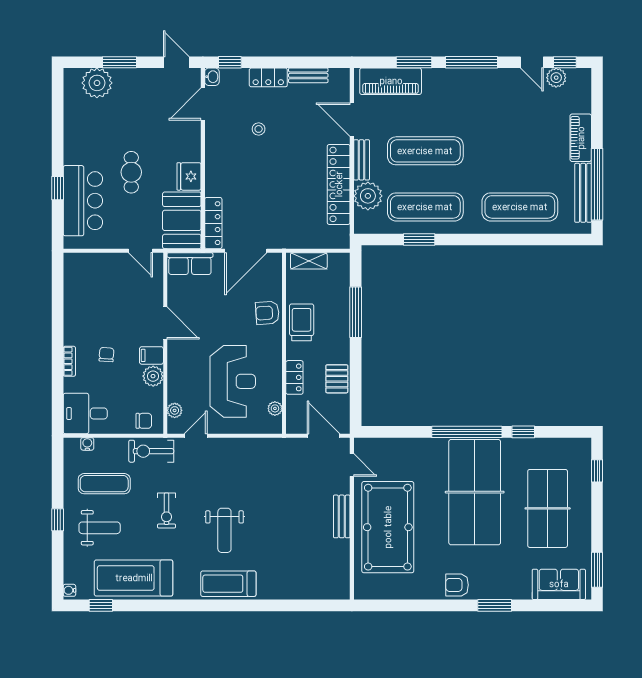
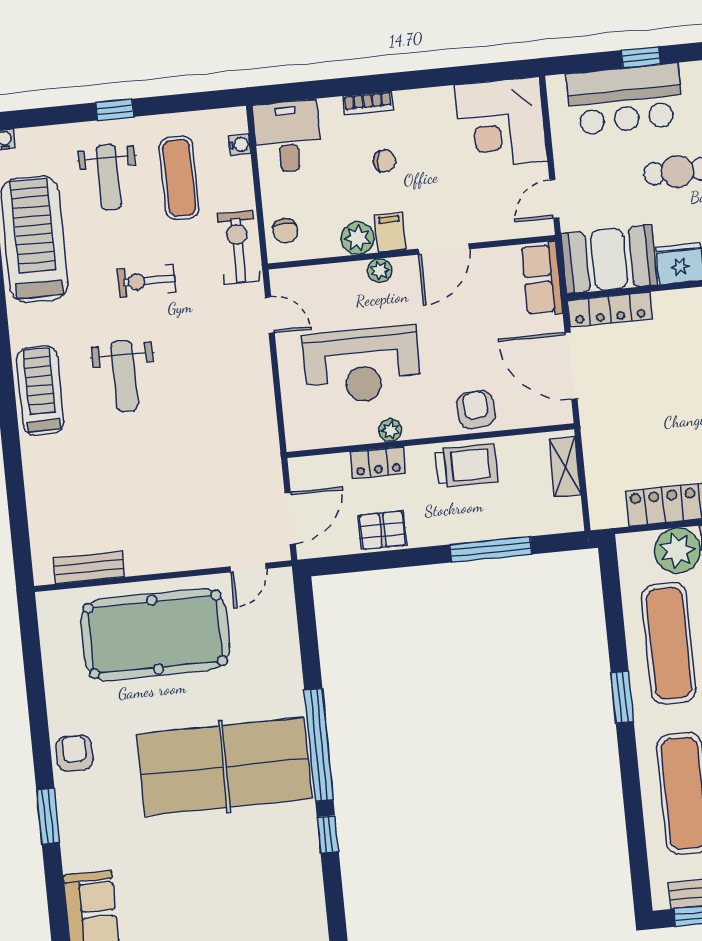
window: (419, 239) -> (622, 697), moved
corner desk: (90, 279) -> (501, 123), added
plant: (275, 408) -> (390, 430), moved
plant: (175, 410) -> (380, 270), moved
table tennis table: (548, 508) -> (210, 885), removed
bench: (342, 516) -> (89, 567), moved
weight bench: (224, 530) -> (124, 376), turned -90

